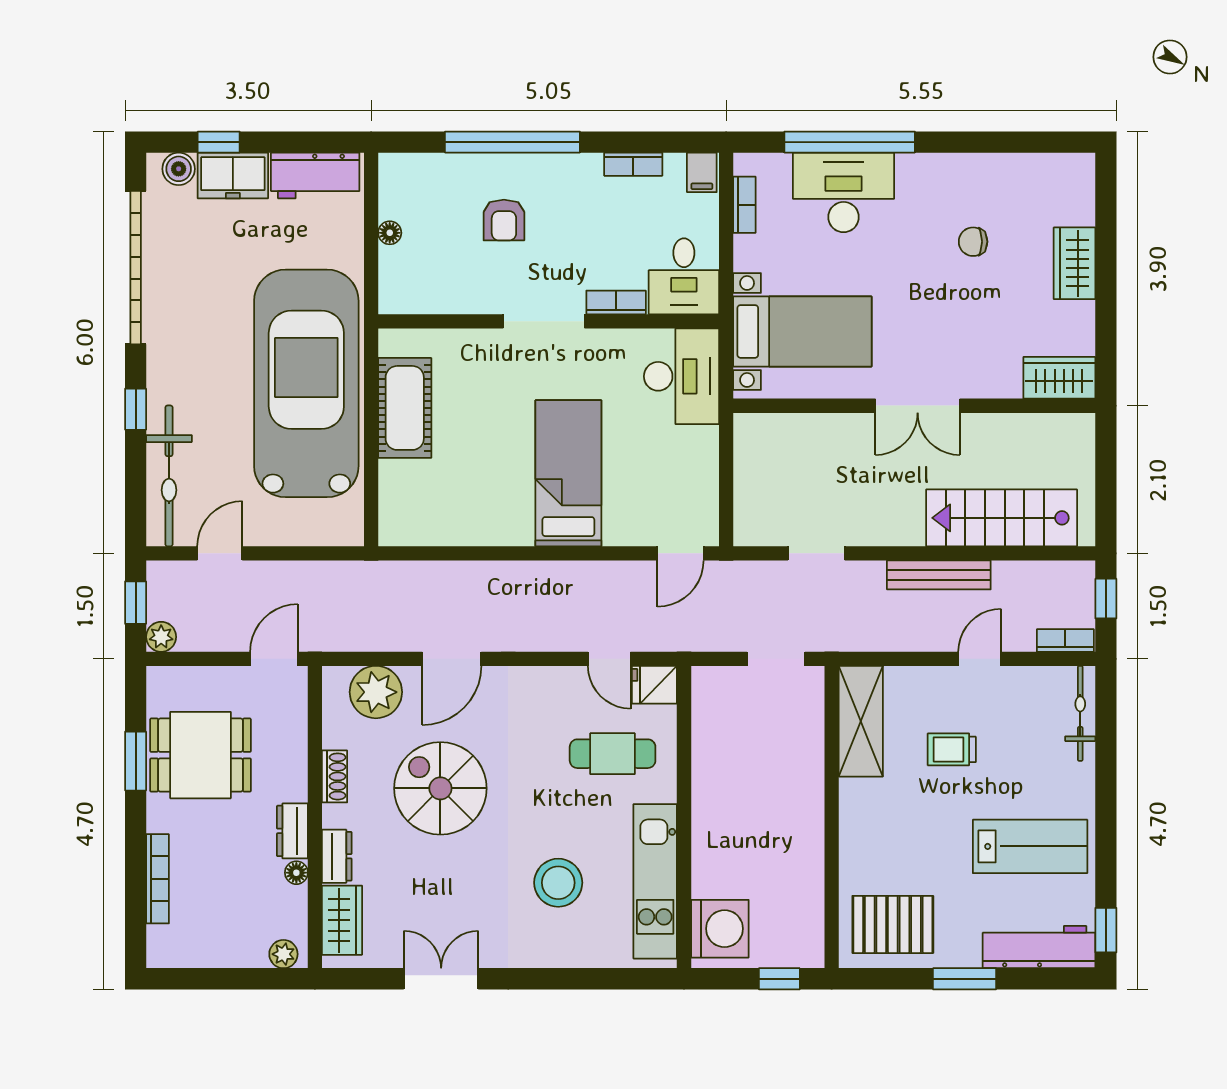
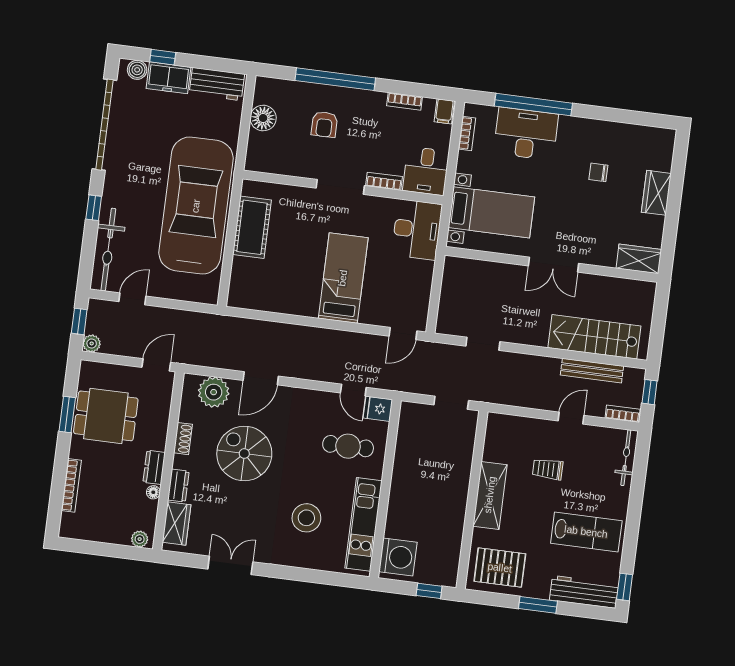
floor lamp: (390, 233) -> (263, 118), width x1.89, depth x1.89
bench: (939, 575) -> (592, 371), moved
shelving: (861, 721) -> (490, 495), moved

